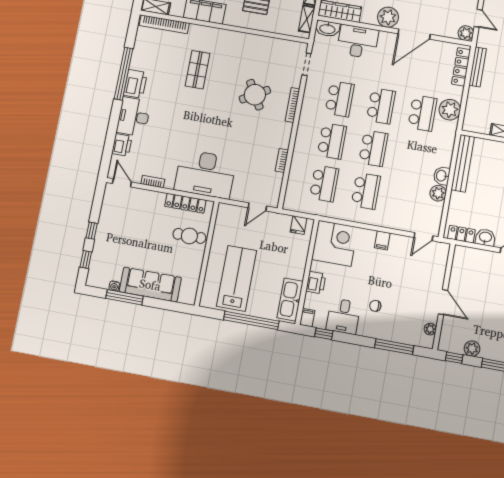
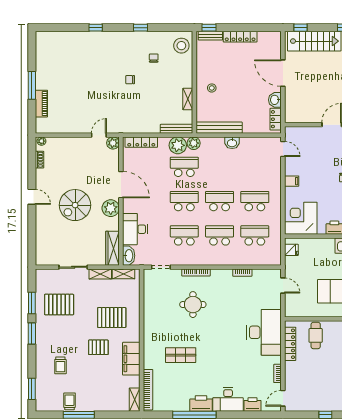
bench: (478, 67) -> (177, 129), moved
round table: (255, 95) -> (193, 305), turned 30
plant: (438, 193) -> (194, 143), moved

